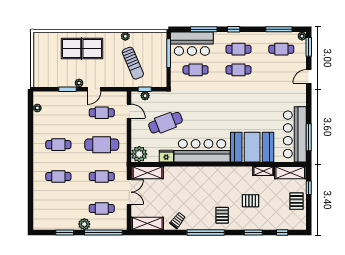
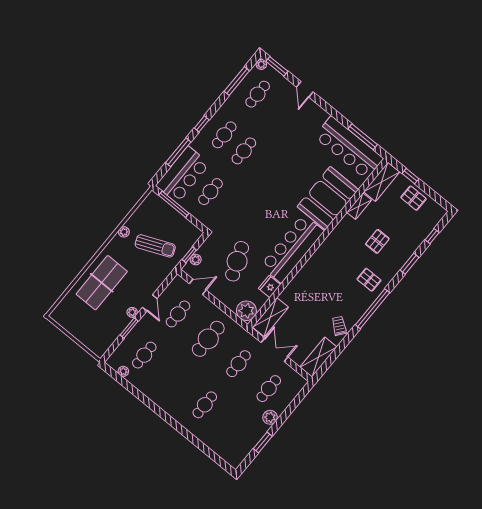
cafe table: (58, 145) -> (144, 355), moved
window: (103, 233) -> (293, 406), removed

